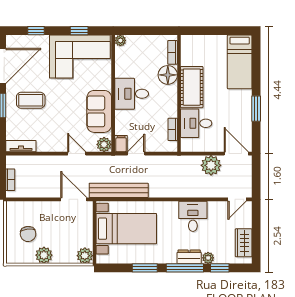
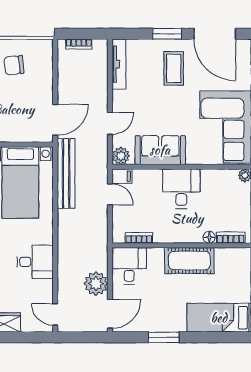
floor lamp: (168, 75) -> (209, 237), width x0.53, depth x0.53
desk: (196, 123) -> (129, 266), moved
tv unit: (21, 146) -> (119, 64), width x1.41

